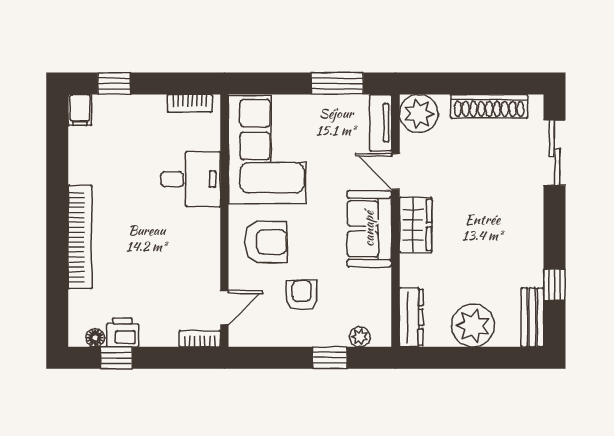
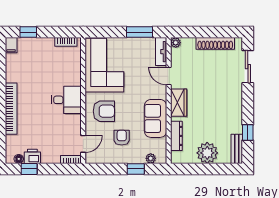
plant: (419, 114) -> (176, 43), width x0.53, depth x0.53
desk: (191, 179) -> (66, 100), moved
sofa: (369, 229) -> (155, 118), moved
dresser: (411, 317) -> (176, 136), moved

